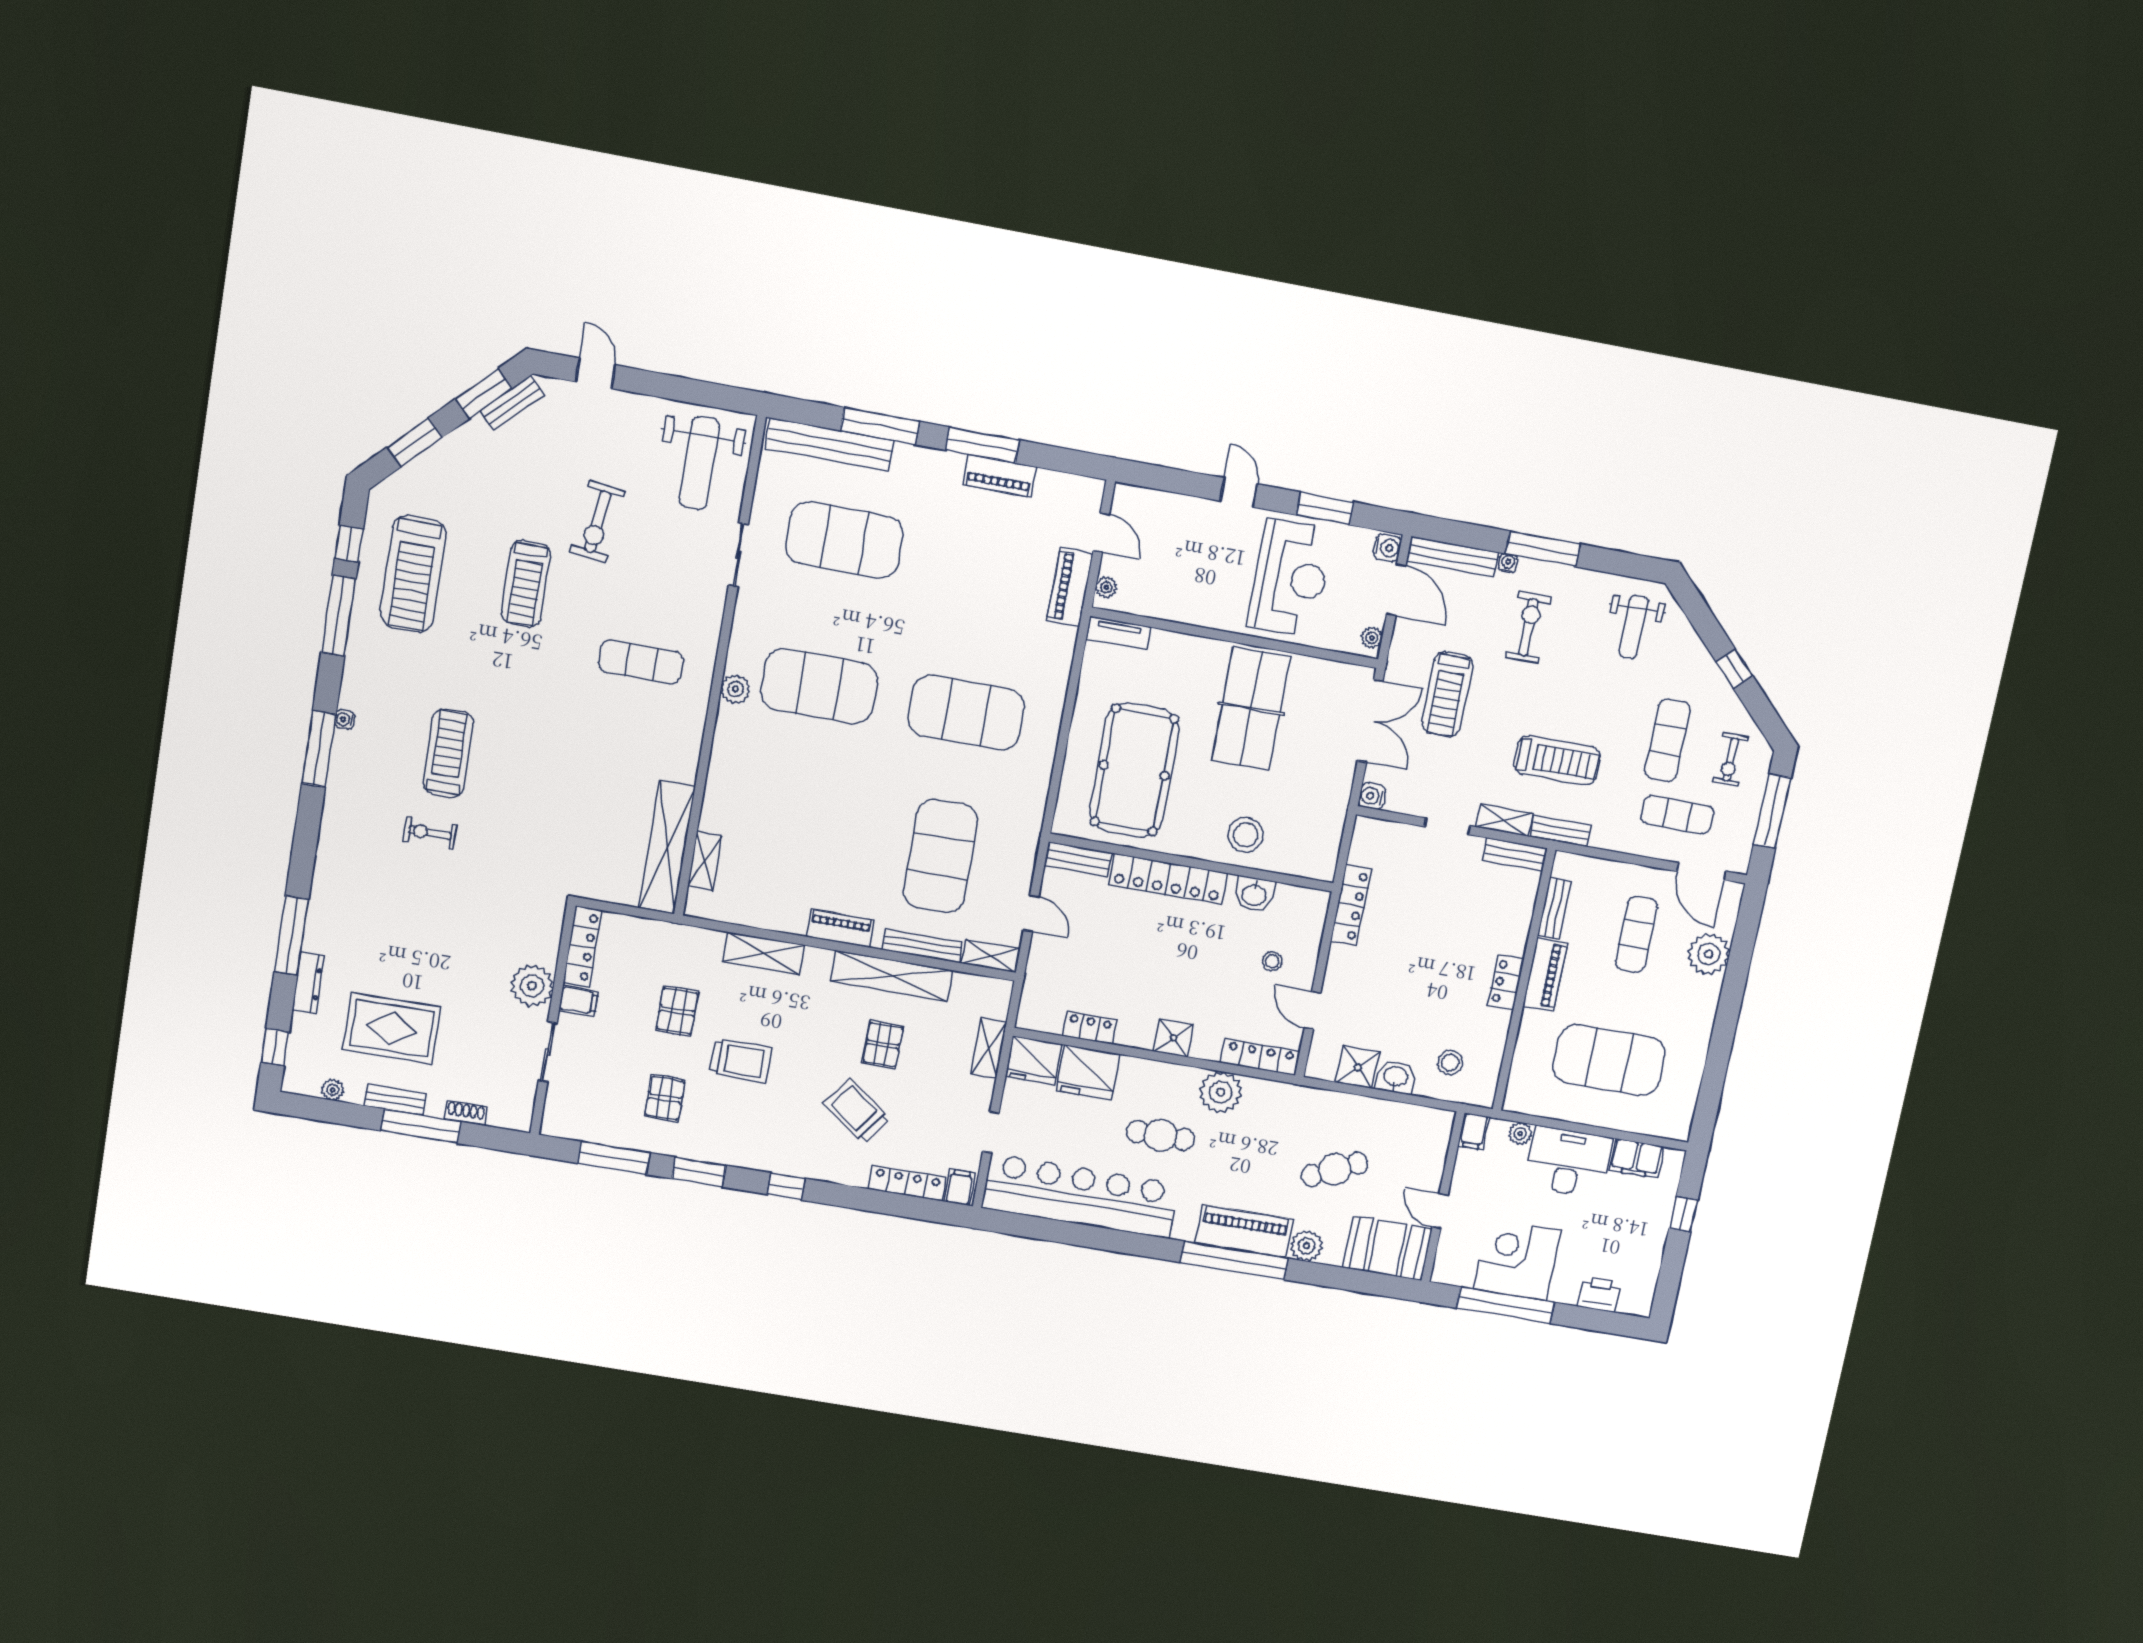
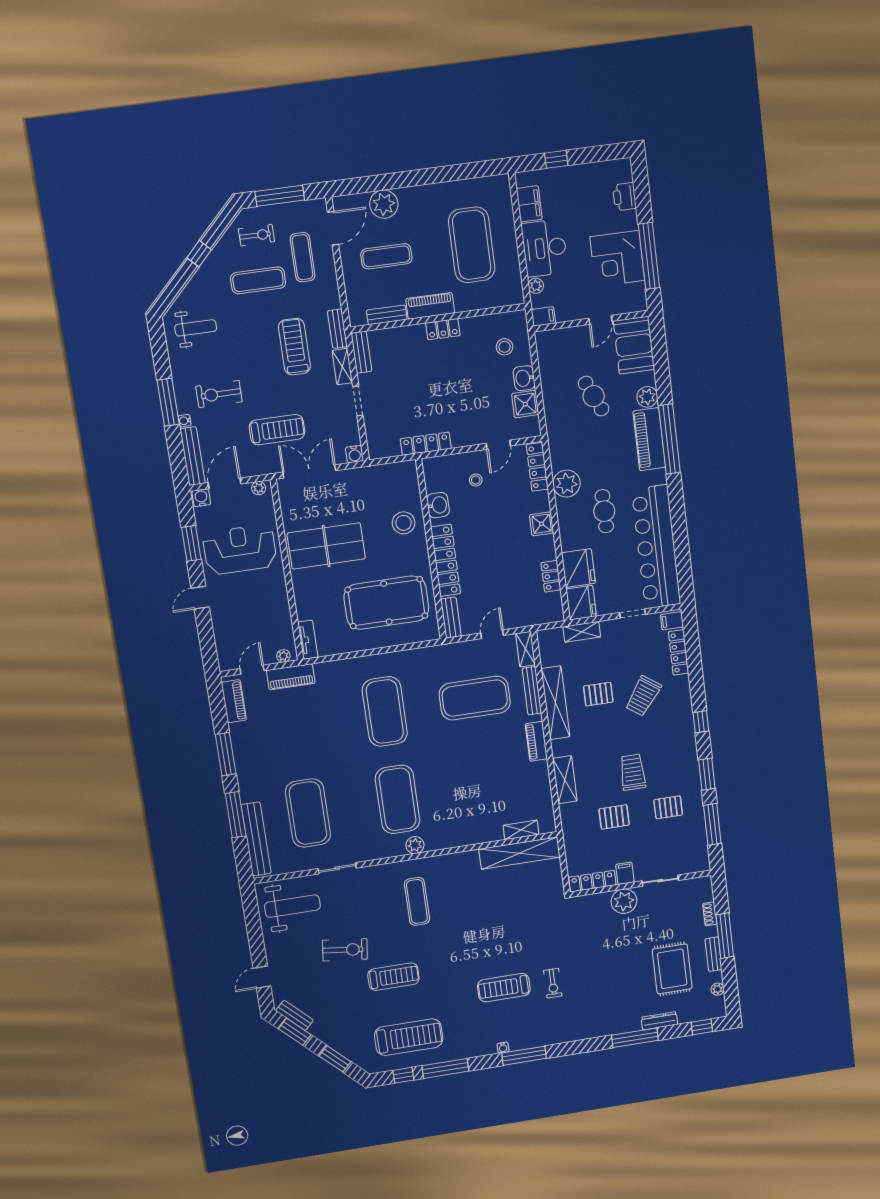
piano: (999, 476) -> (234, 701), moved

